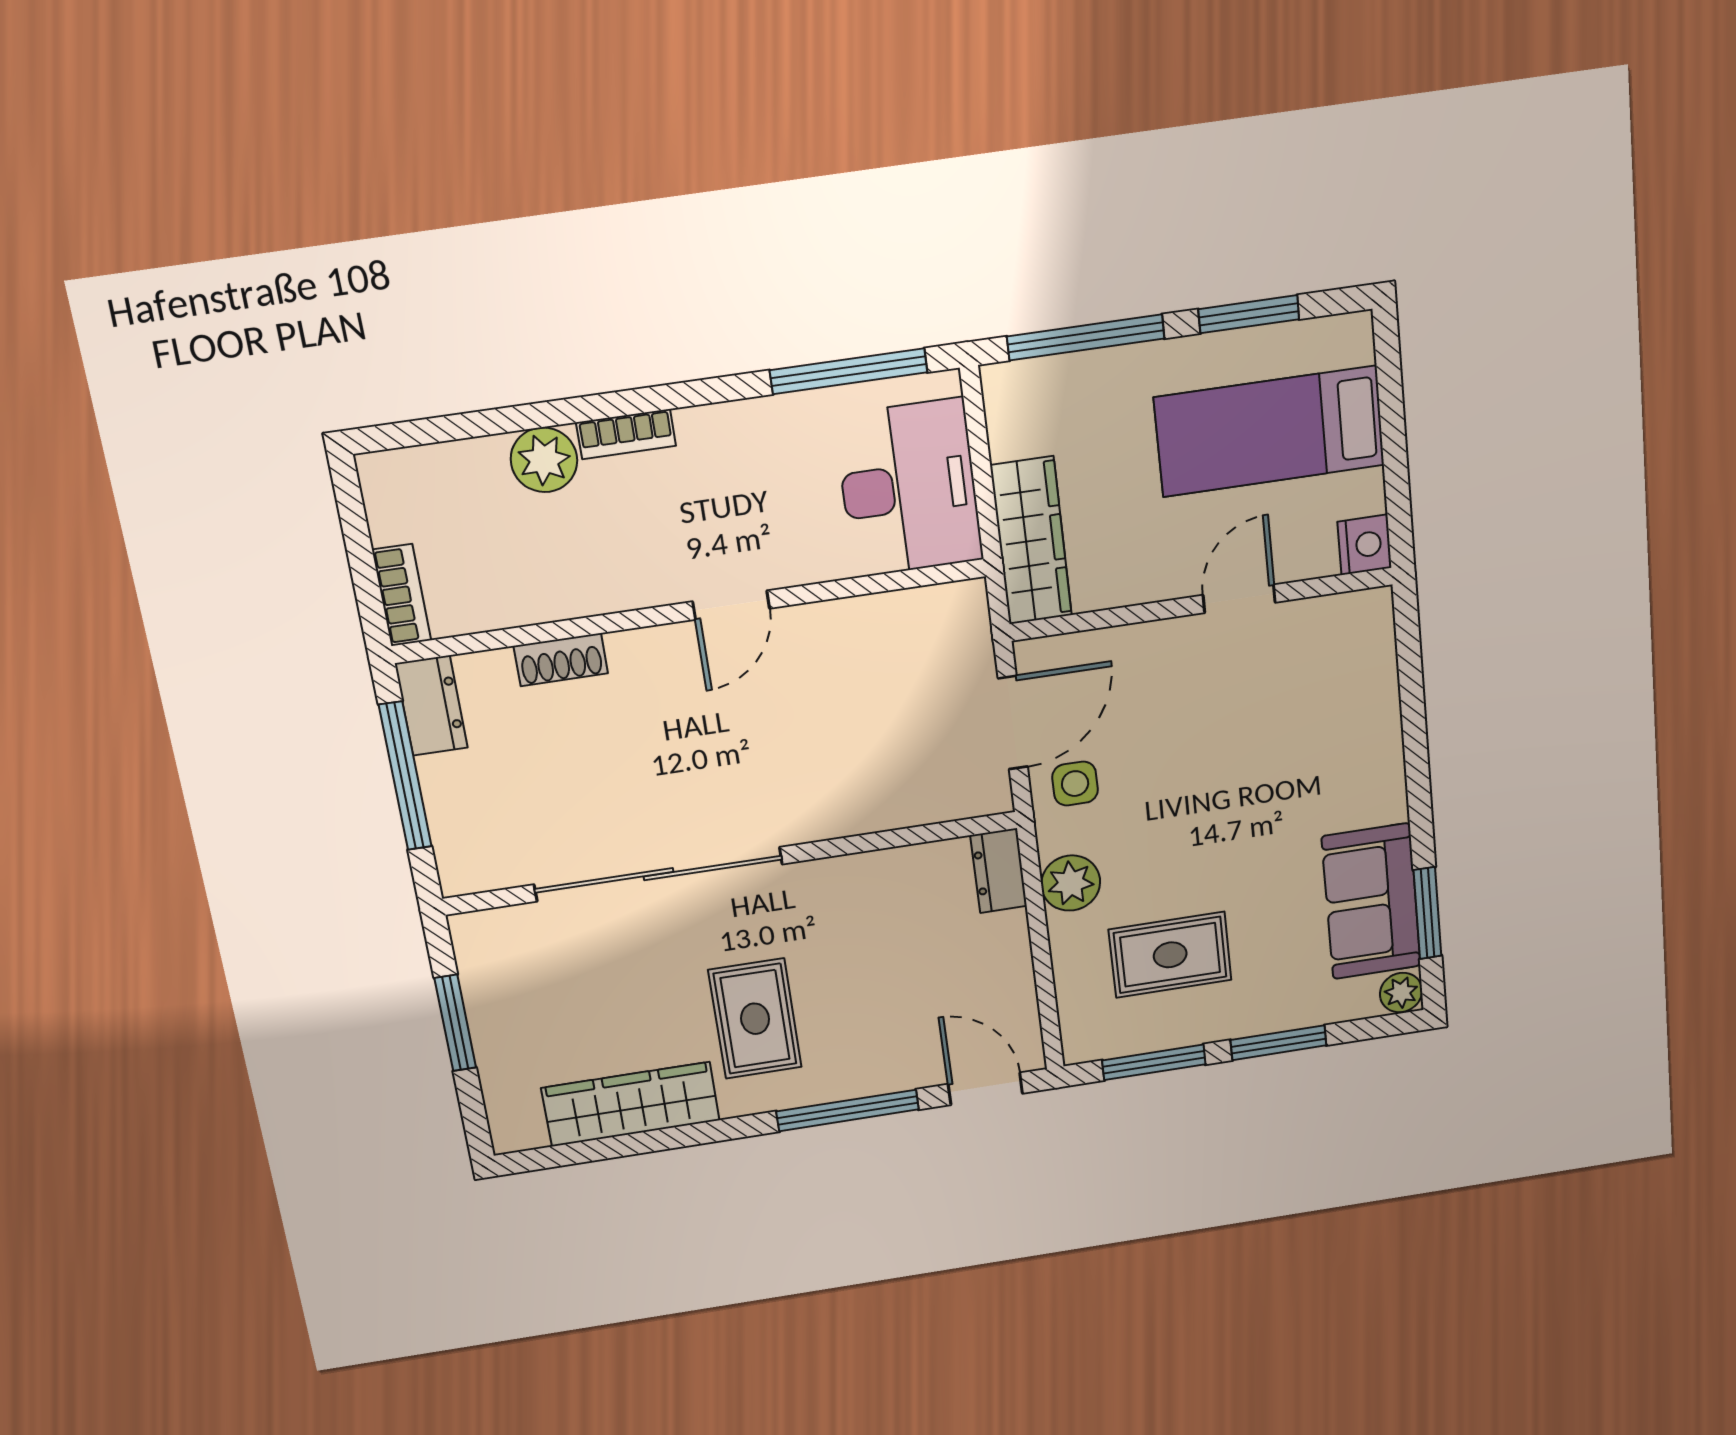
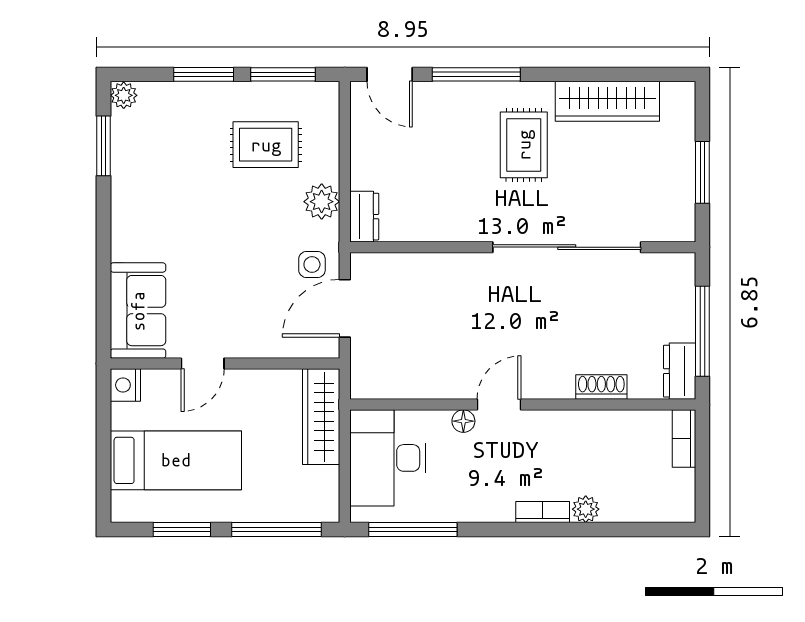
plant: (544, 460) -> (586, 509), width x0.73, depth x0.73
floor lamp: (788, 569) -> (463, 421), added
sofa: (1371, 901) -> (138, 311), moved

